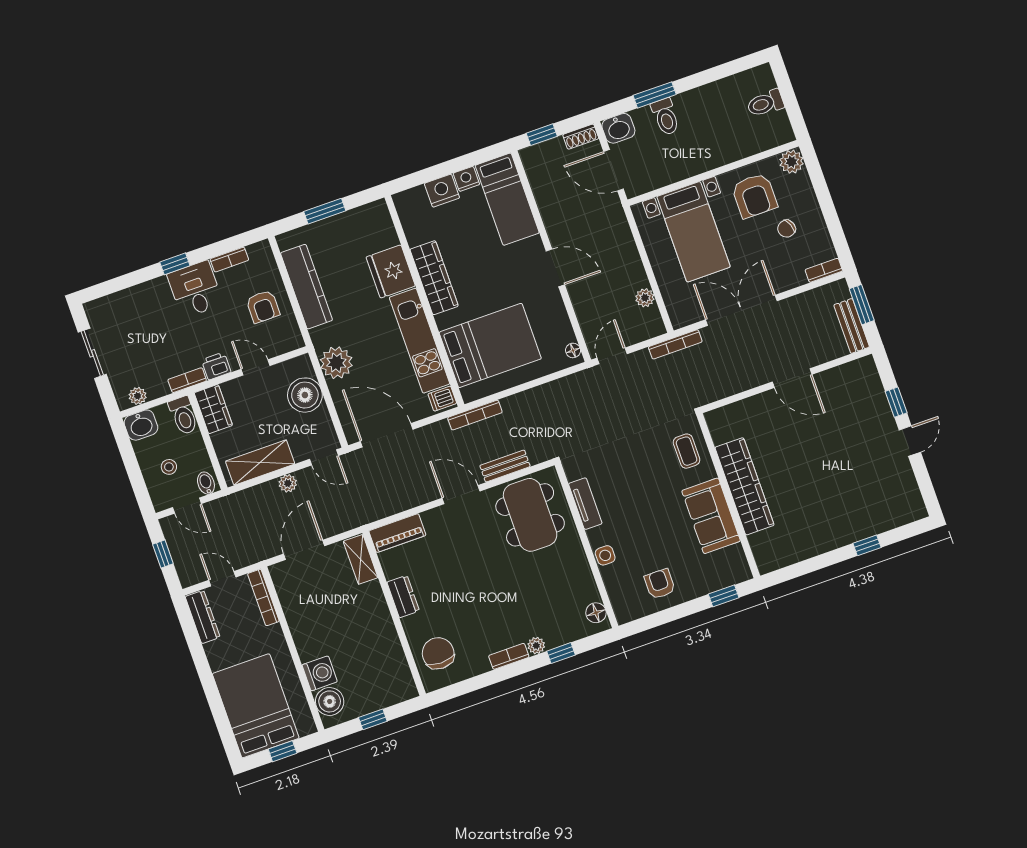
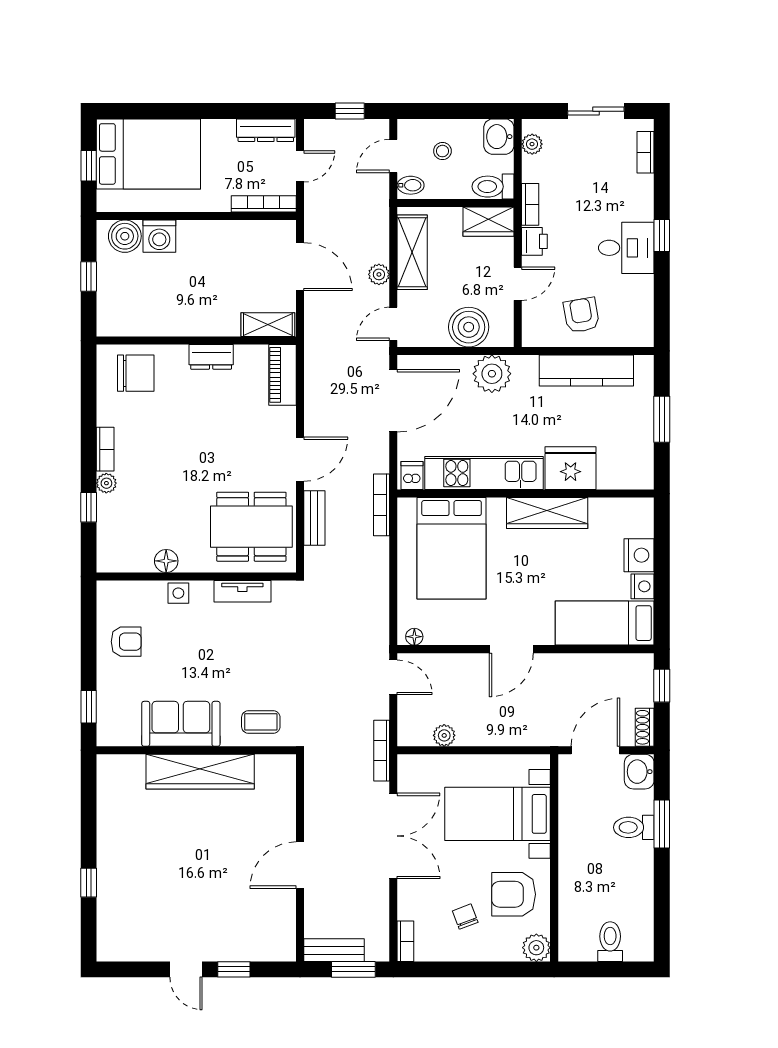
bookcase: (229, 260) -> (646, 152), moved
armchair: (263, 307) -> (581, 315), turned 80
floor lamp: (596, 613) -> (166, 561), moved

